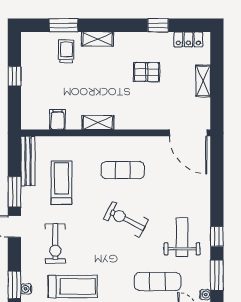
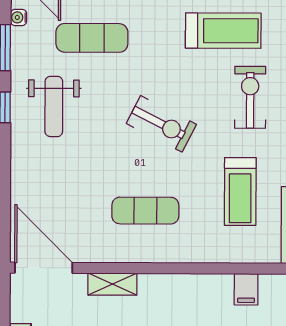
shelving: (98, 123) -> (112, 284), moved
exercise bike: (126, 219) -> (161, 124), moved
treadmill: (73, 286) -> (223, 31), turned 180

